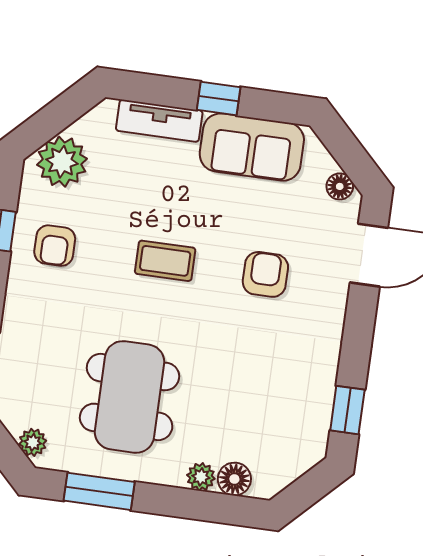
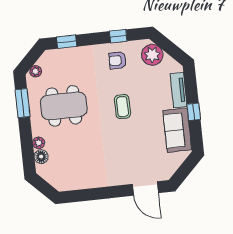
floor lamp: (340, 186) -> (170, 170), removed
armchair: (265, 274) -> (127, 149), removed
window: (347, 410) -> (80, 195), removed

